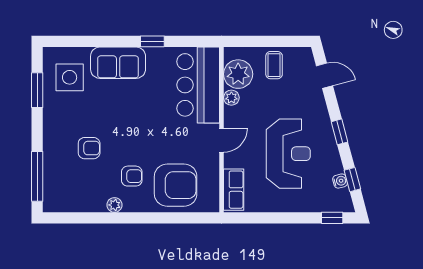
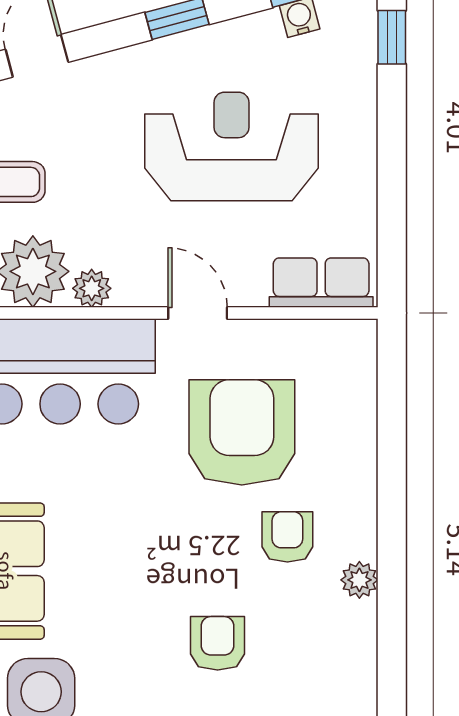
armchair: (176, 185) -> (242, 432), moved

